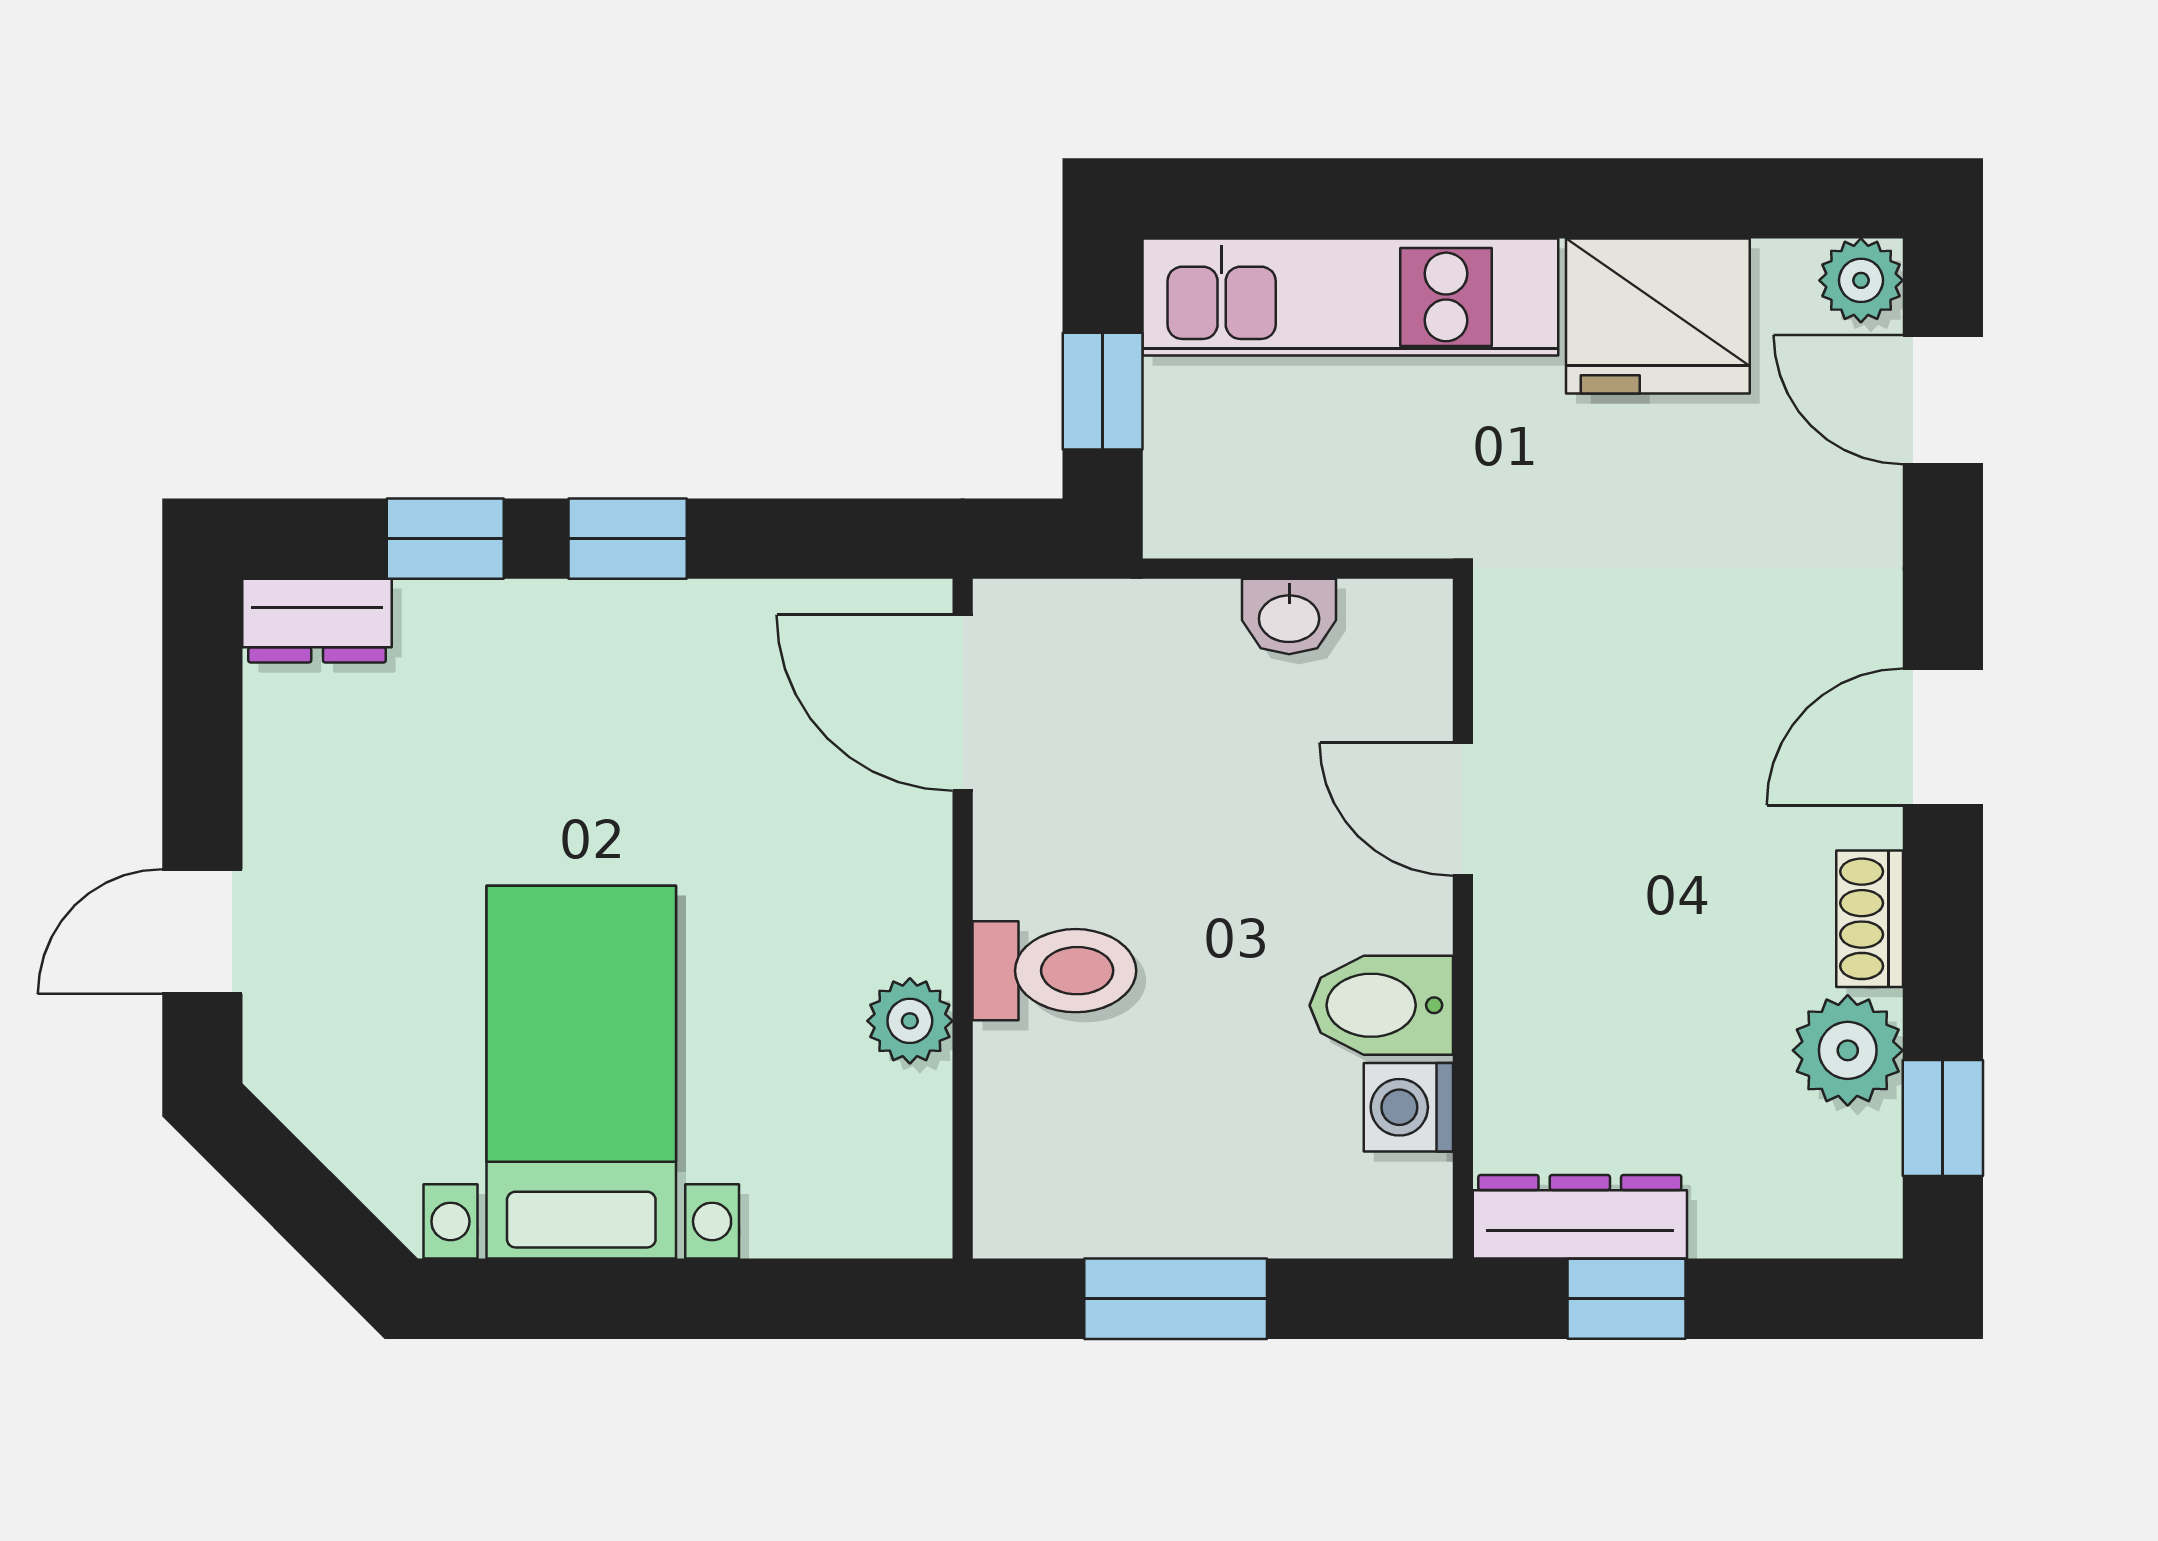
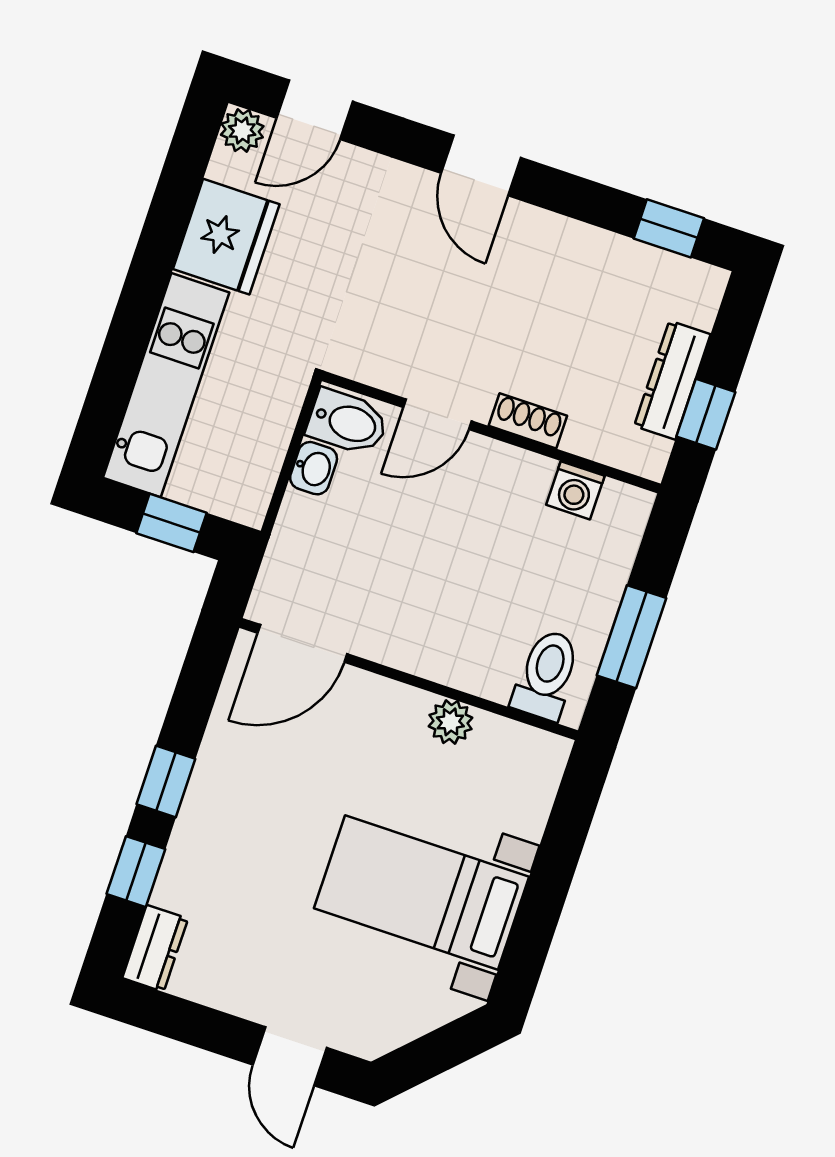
shoe rack: (1870, 919) -> (528, 421), moved, turned 180
toilet: (1054, 971) -> (546, 675), moved
bidet: (1381, 1005) -> (347, 422), moved, turned -90
plant: (1848, 1050) -> (620, 264), removed
dresser: (1580, 1217) -> (672, 380), moved

